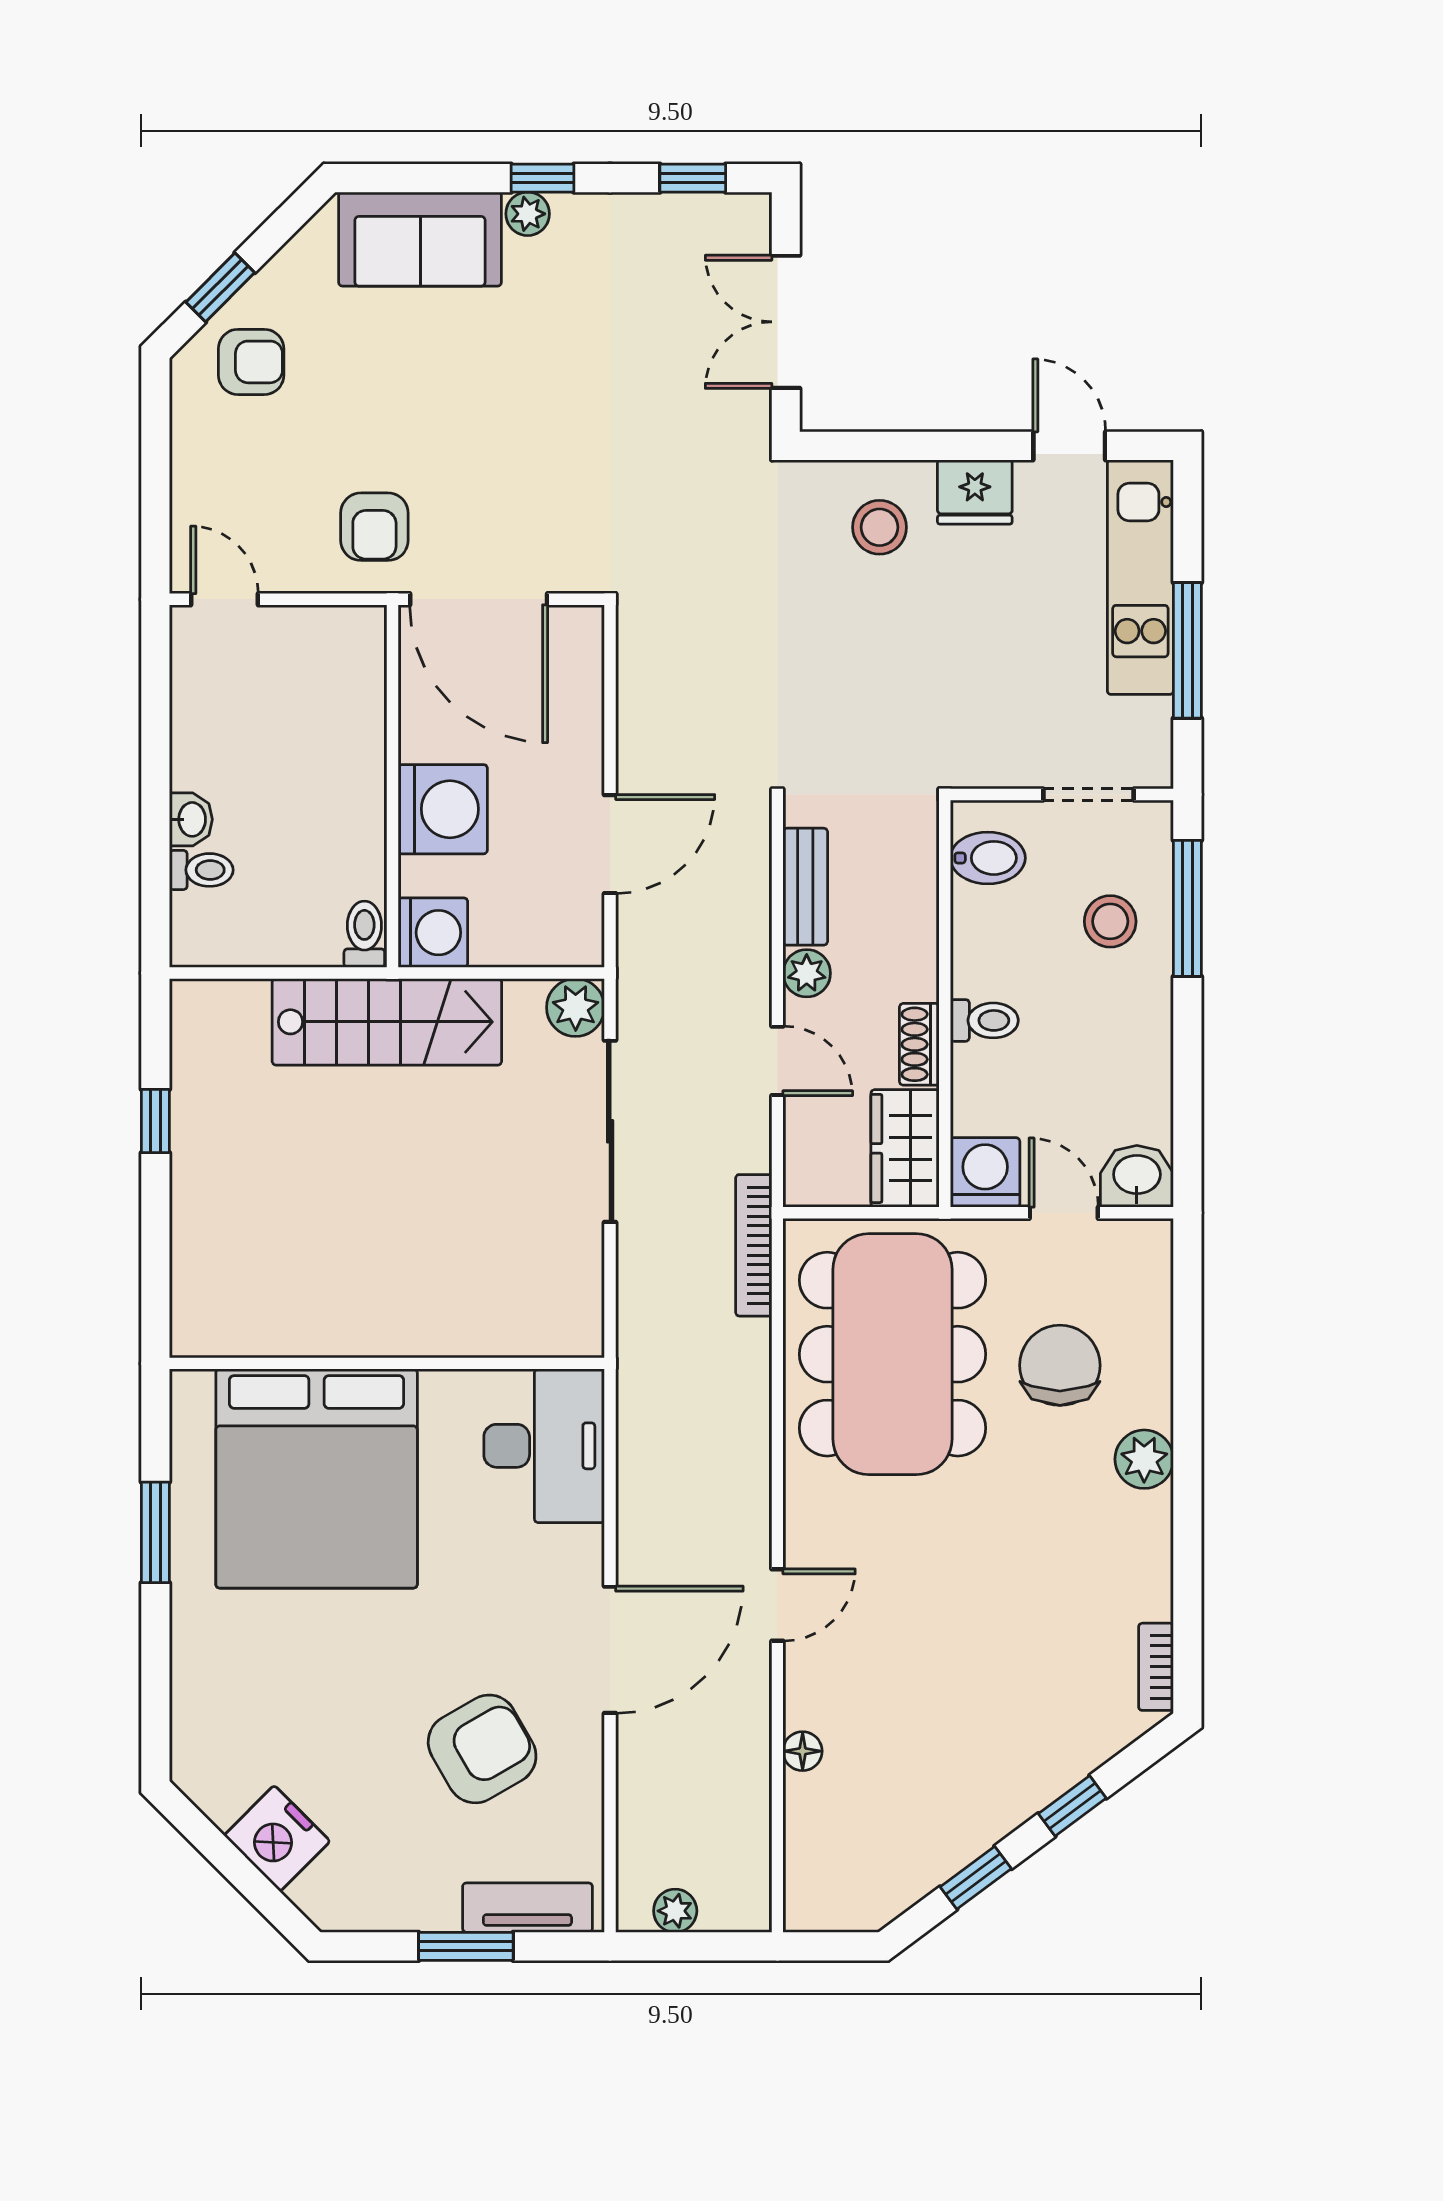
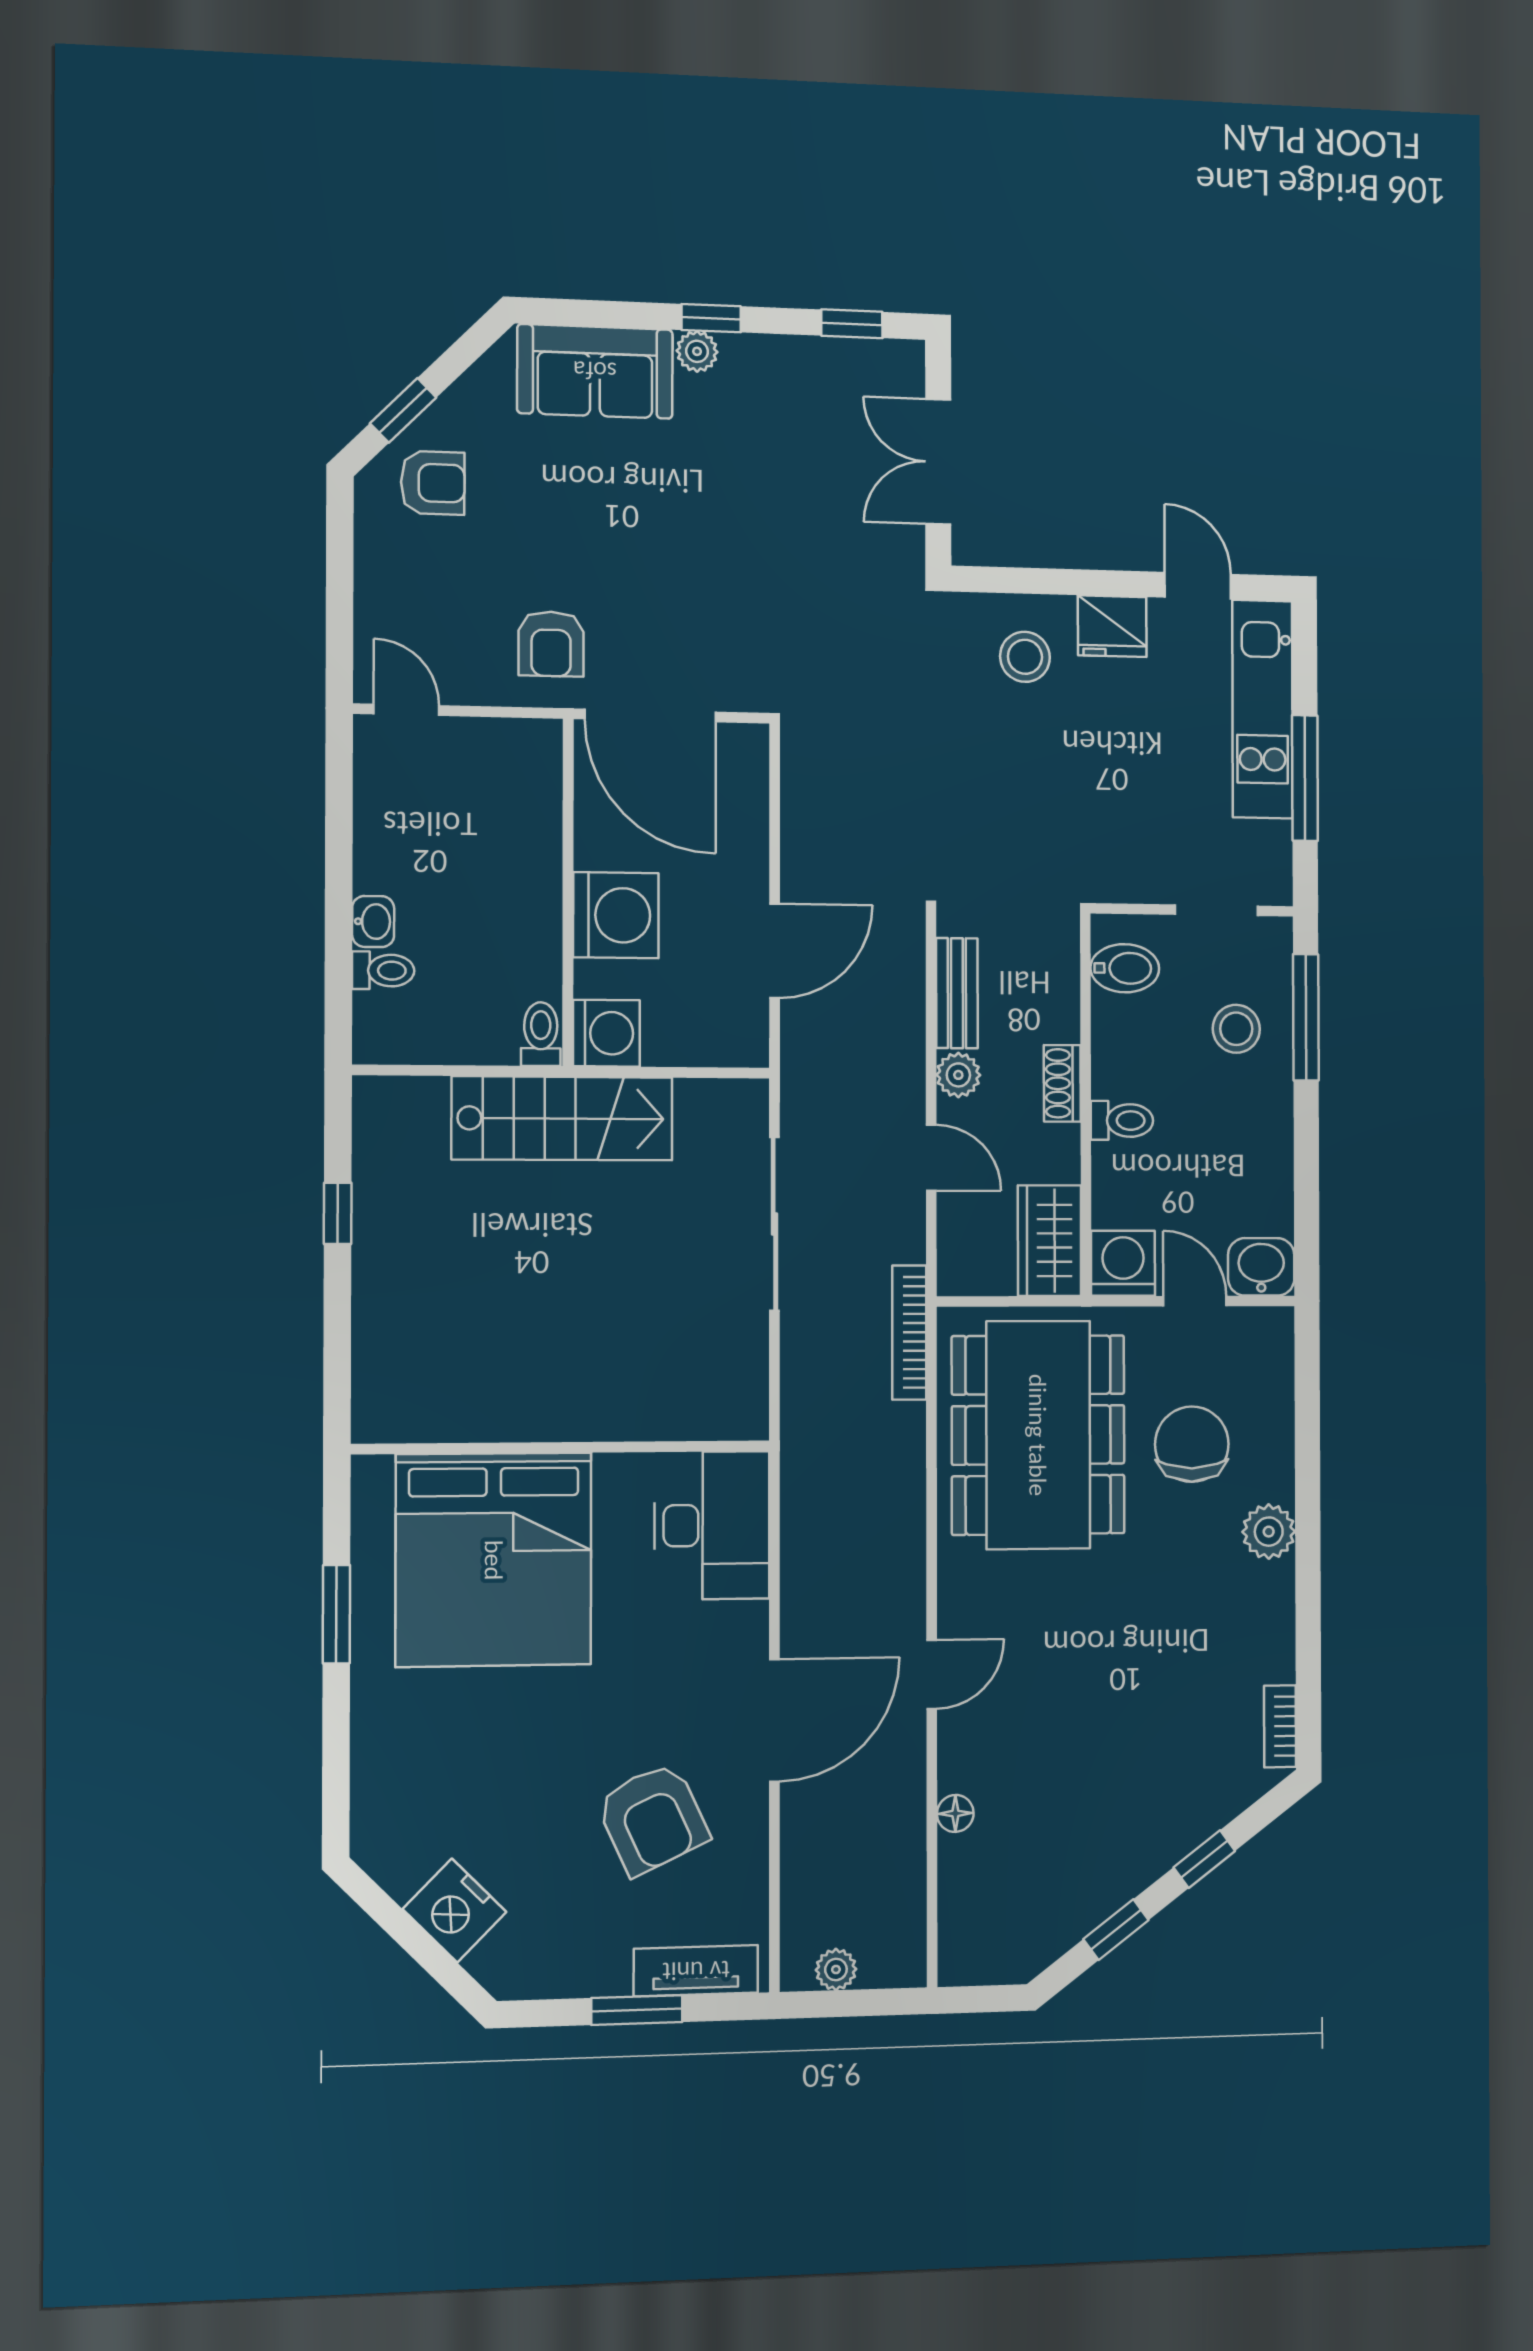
plant: (576, 1007) -> (742, 1106), removed
shoe rack: (919, 1044) -> (1062, 1083), moved
armchair: (482, 1749) -> (653, 1818), turned 95

